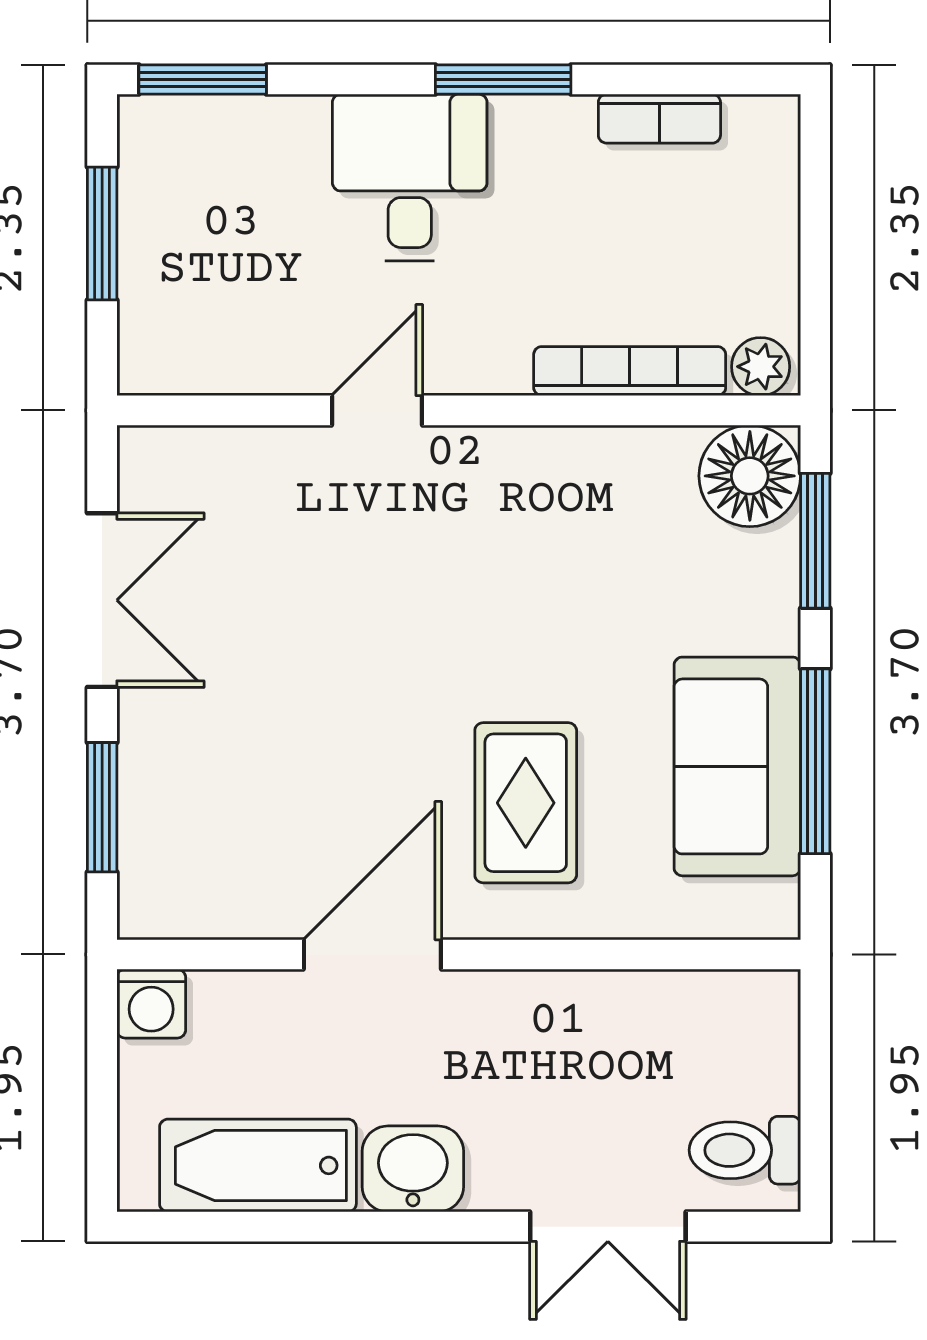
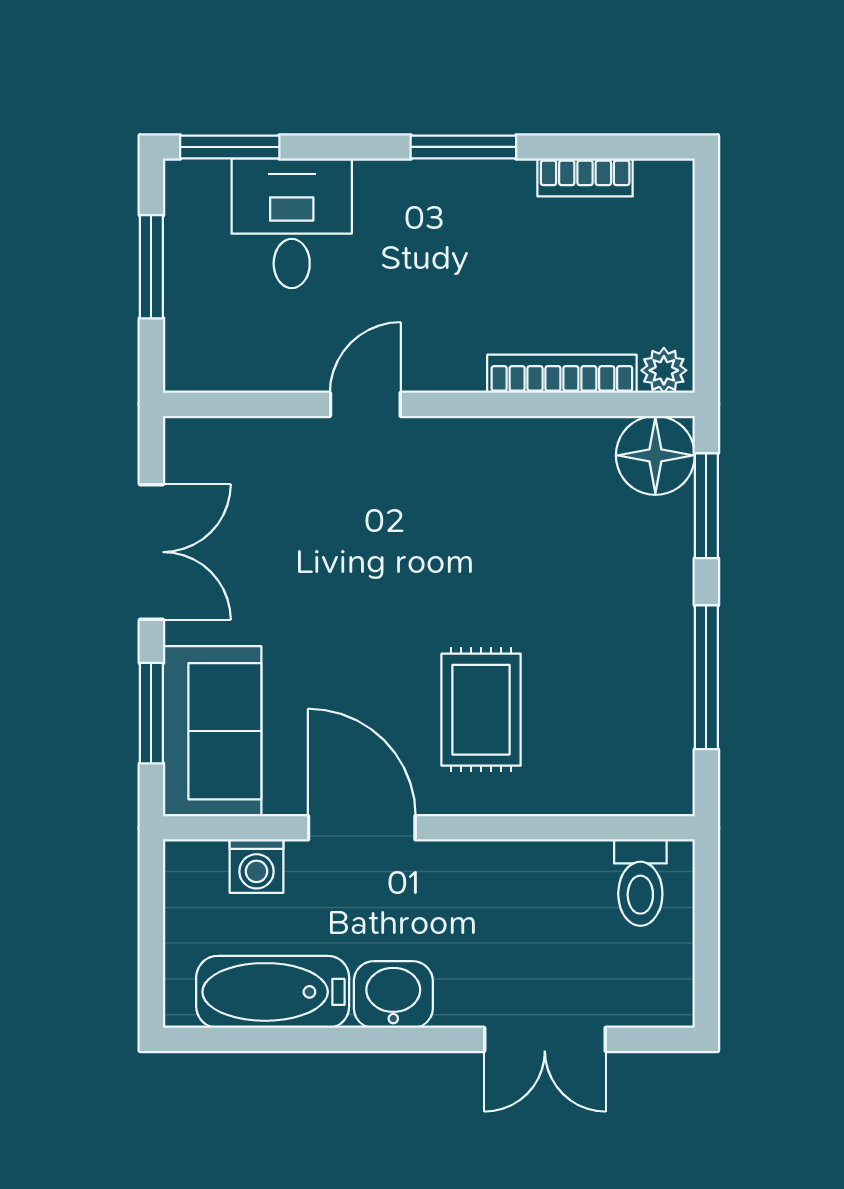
desk: (410, 178) -> (292, 223), moved
sofa: (737, 766) -> (212, 731), moved, turned 180
door: (372, 954) -> (362, 828), hinge flipped
washing machine: (151, 1004) -> (256, 866), moved
toilet: (745, 1150) -> (640, 883), moved, turned -90

